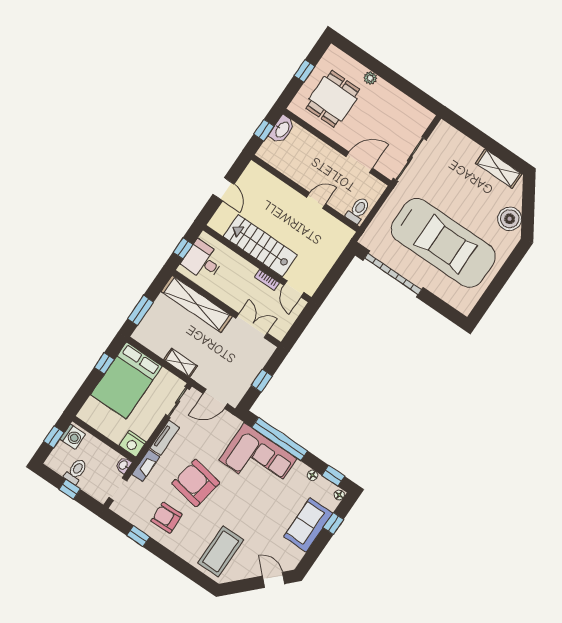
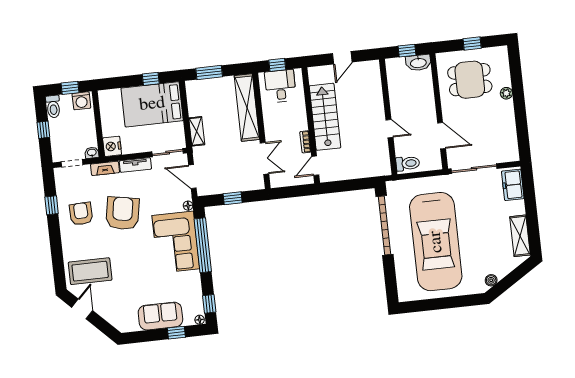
freezer: (451, 138) -> (513, 185), added
boiler: (510, 219) -> (491, 280), width x0.54, depth x0.54
toilet: (76, 471) -> (53, 107), moved, turned 90
floor lamp: (312, 475) -> (188, 206), moved
door: (274, 580) -> (82, 309), moved

